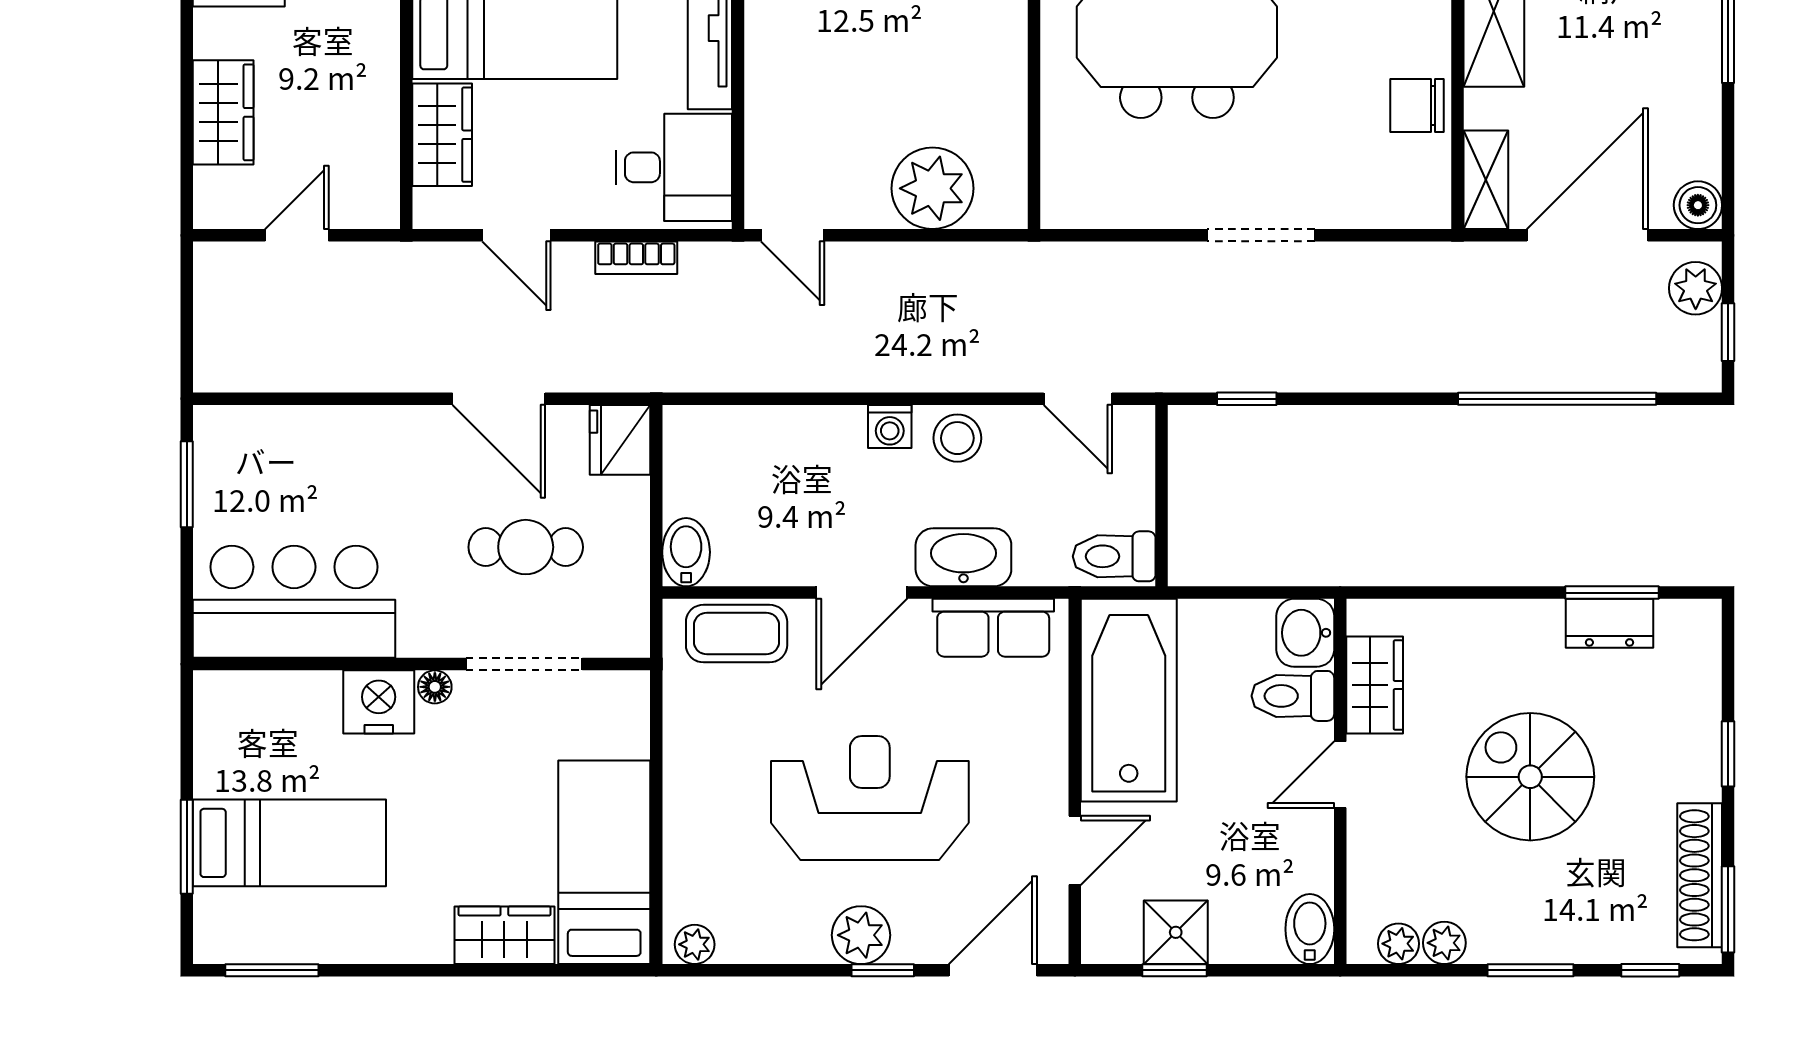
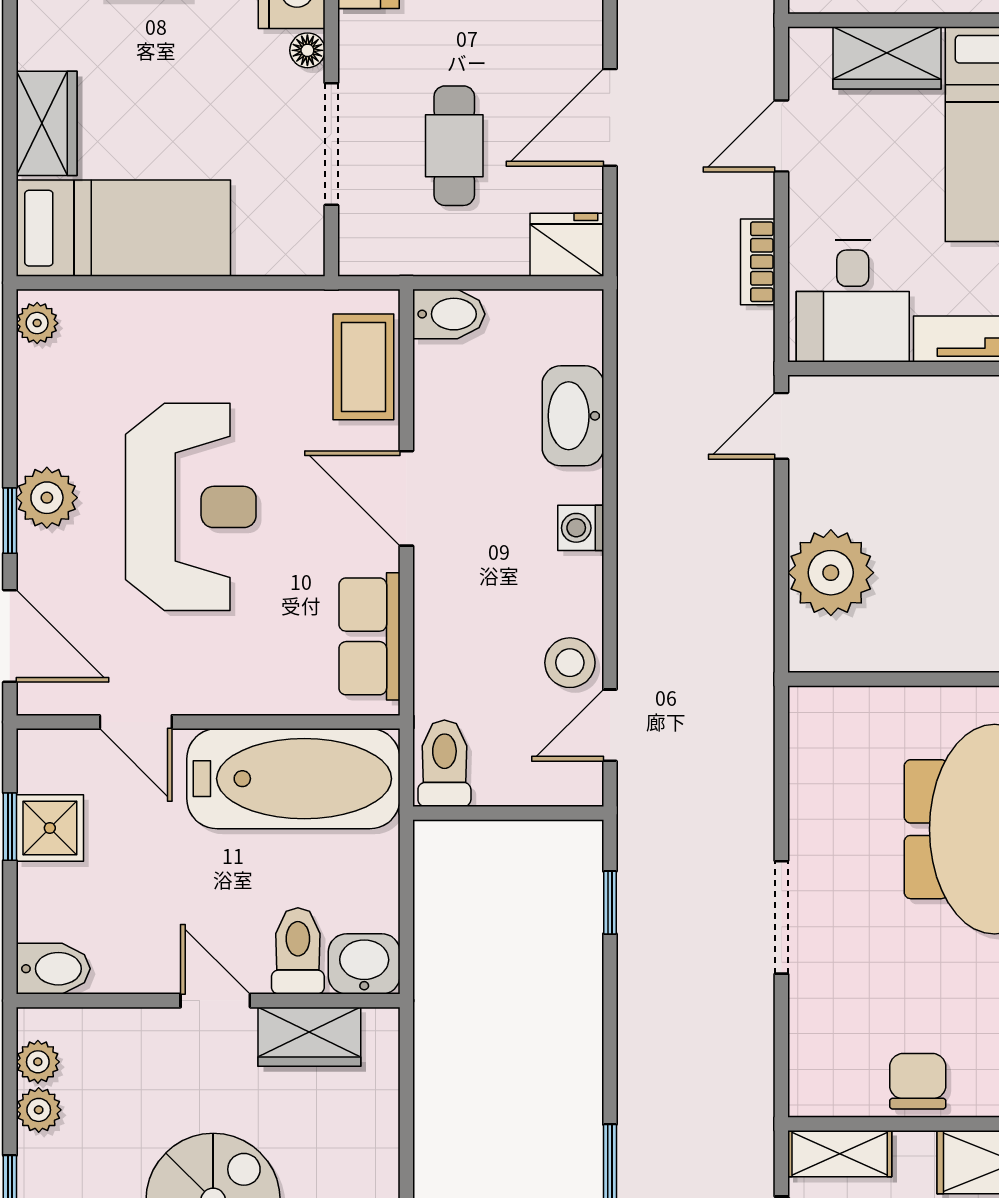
stool: (957, 438) -> (570, 663), moved
washbasin: (963, 557) -> (573, 416), moved, turned 180

